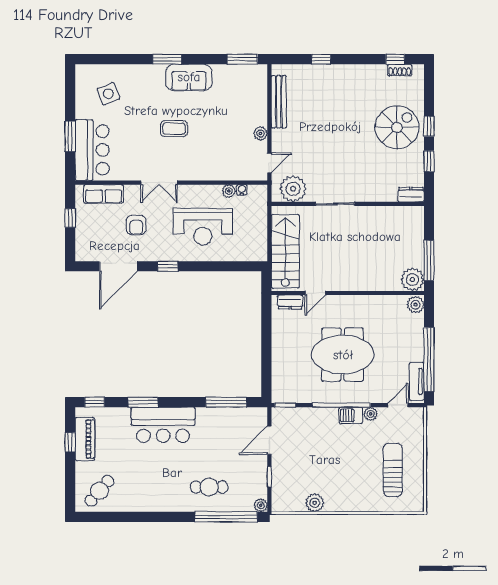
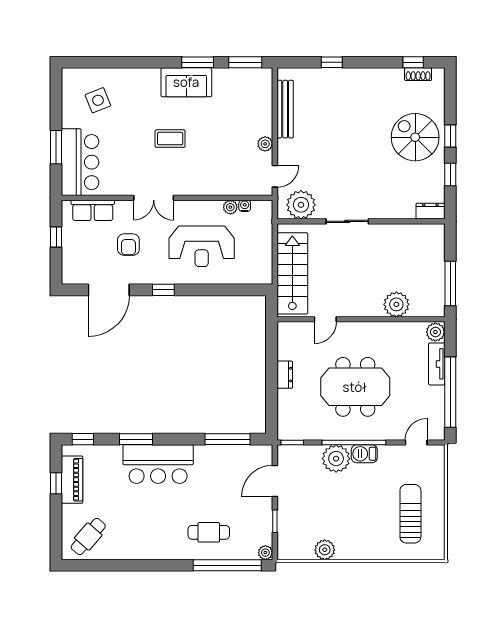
window: (167, 59) -> (198, 62), moved
spiral stairs: (397, 127) -> (415, 137), turned -90
plant: (412, 279) -> (396, 304), moved
dresser: (290, 302) -> (285, 375), moved, turned -90
tv unit: (417, 381) -> (437, 364), moved
plant: (371, 414) -> (336, 459), moved, width x1.87, depth x1.87

